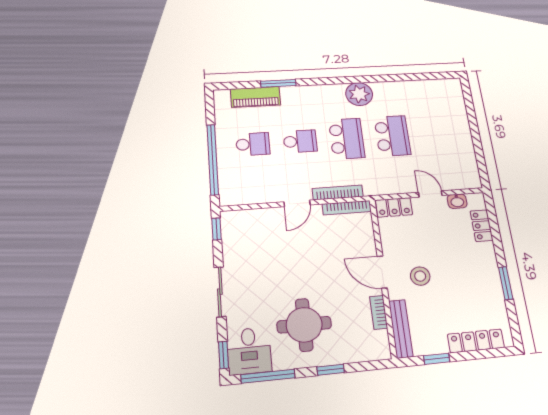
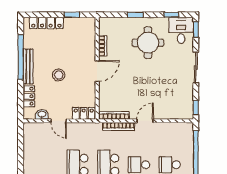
door: (382, 272) -> (97, 71), hinge flipped
stool: (420, 276) -> (59, 75), moved
window: (506, 283) -> (21, 57), width x2.11
bench: (401, 329) -> (28, 67), moved
window: (268, 376) -> (171, 15), width x0.46

